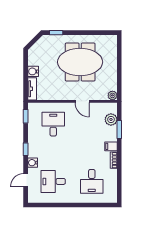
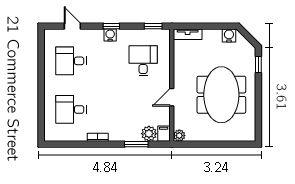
water cooler: (33, 71) -> (229, 36), moved
desk: (53, 124) -> (143, 61), turned -90
filing cabinet: (111, 146) -> (164, 134), moved
water cooler: (33, 163) -> (110, 35), moved
desk: (53, 181) -> (71, 61), turned -90

